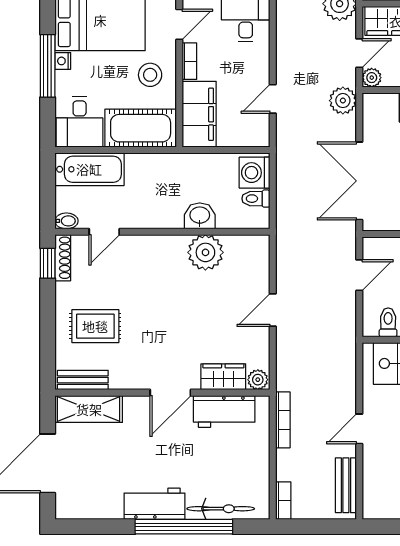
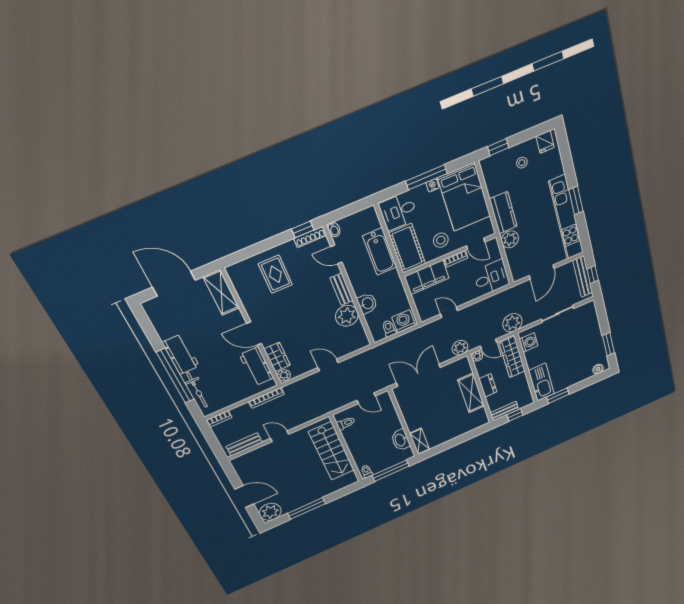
bathtub: (89, 169) -> (380, 252), moved
bench: (83, 380) -> (342, 289), moved

